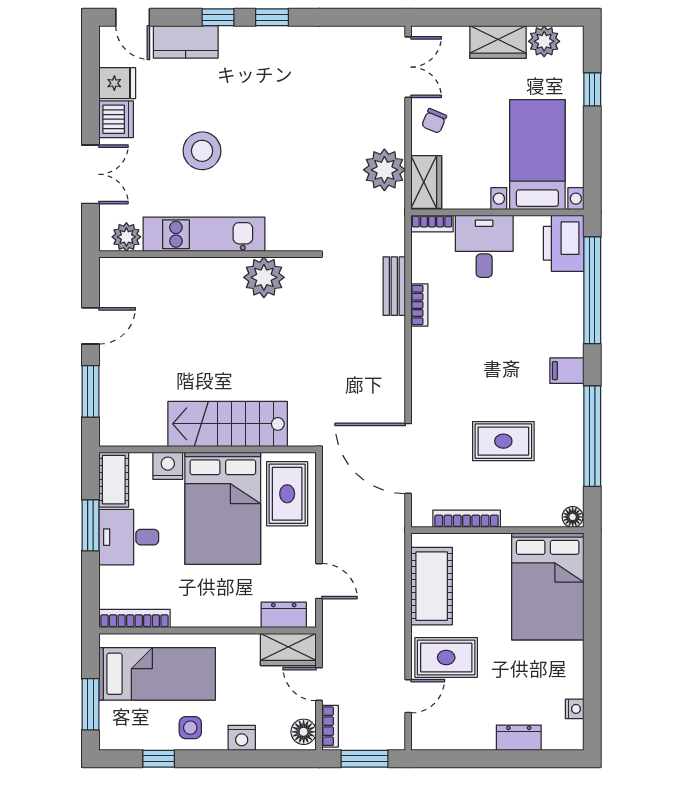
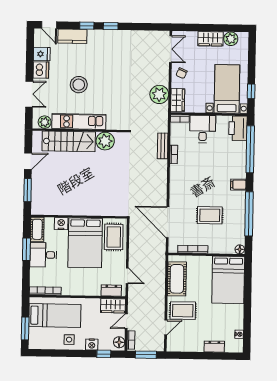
window: (592, 89) -> (251, 91), moved
stairs: (228, 424) -> (69, 141), moved, turned 180
door: (319, 684) -> (126, 321), hinge flipped
window: (159, 759) -> (104, 354), moved

